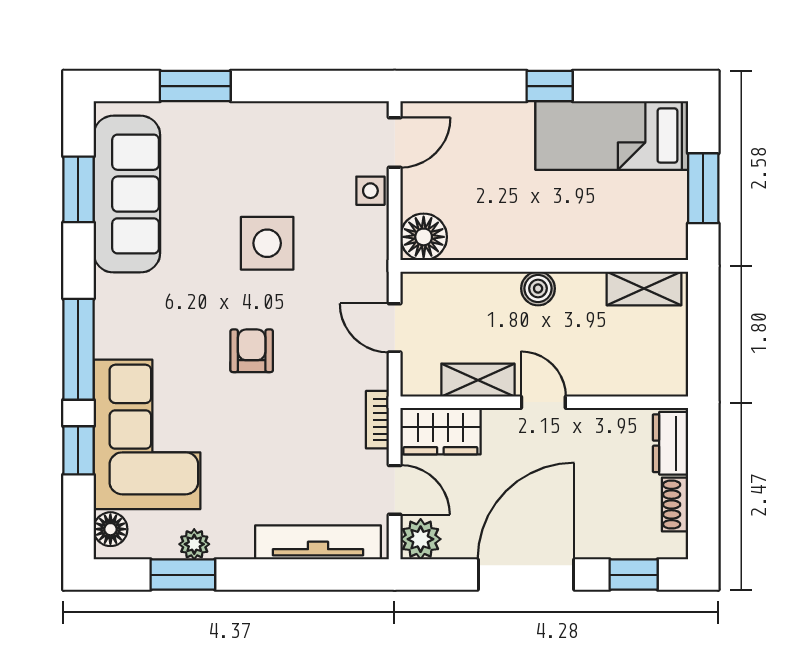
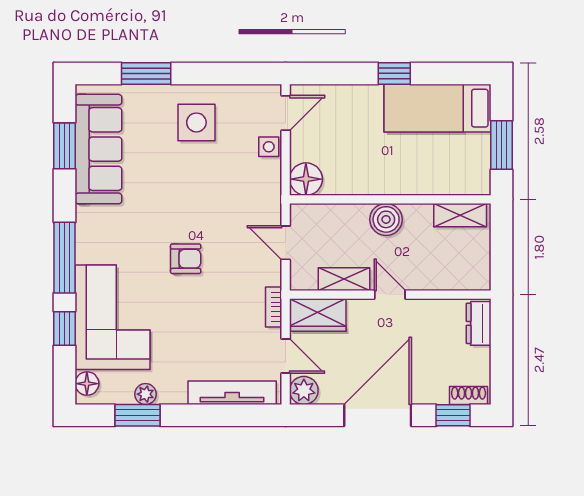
side table: (267, 243) -> (196, 122), moved
boiler: (538, 288) -> (386, 219), width x1.36, depth x1.36
armchair: (252, 351) -> (186, 259), turned 90
shoe rack: (675, 505) -> (469, 395), moved, turned 90

